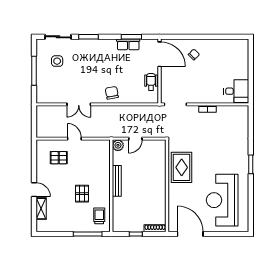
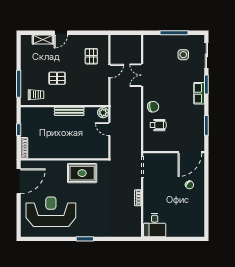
row of seats: (128, 44) -> (199, 93), moved
wheelchair: (151, 82) -> (158, 125), moved

